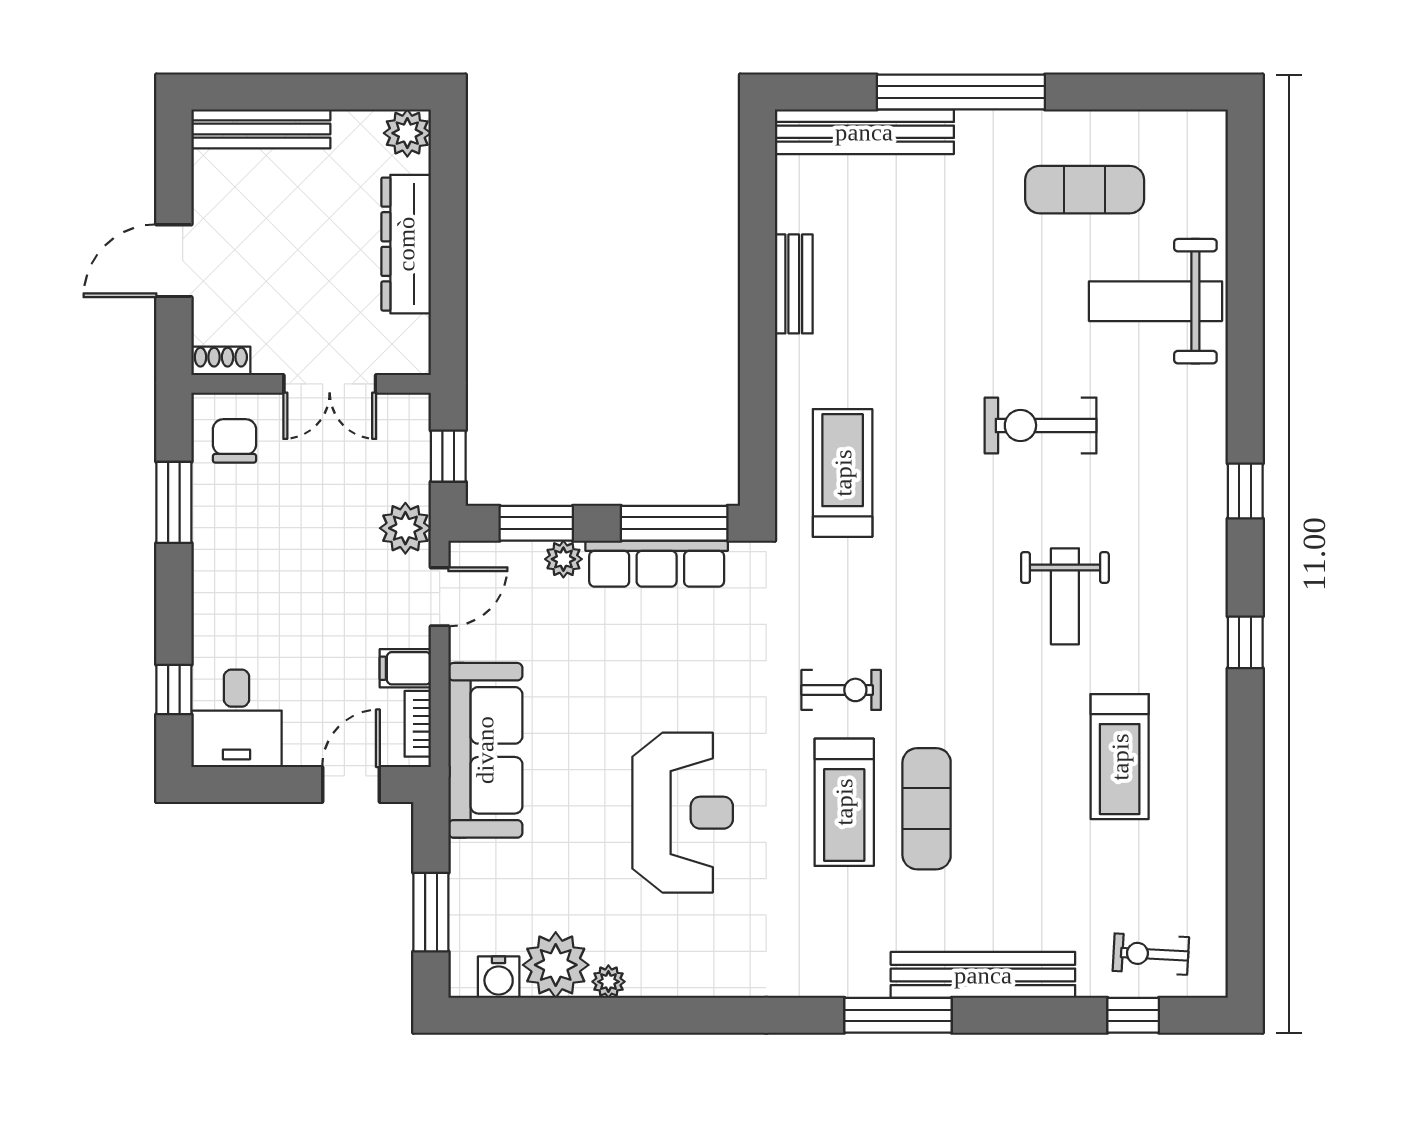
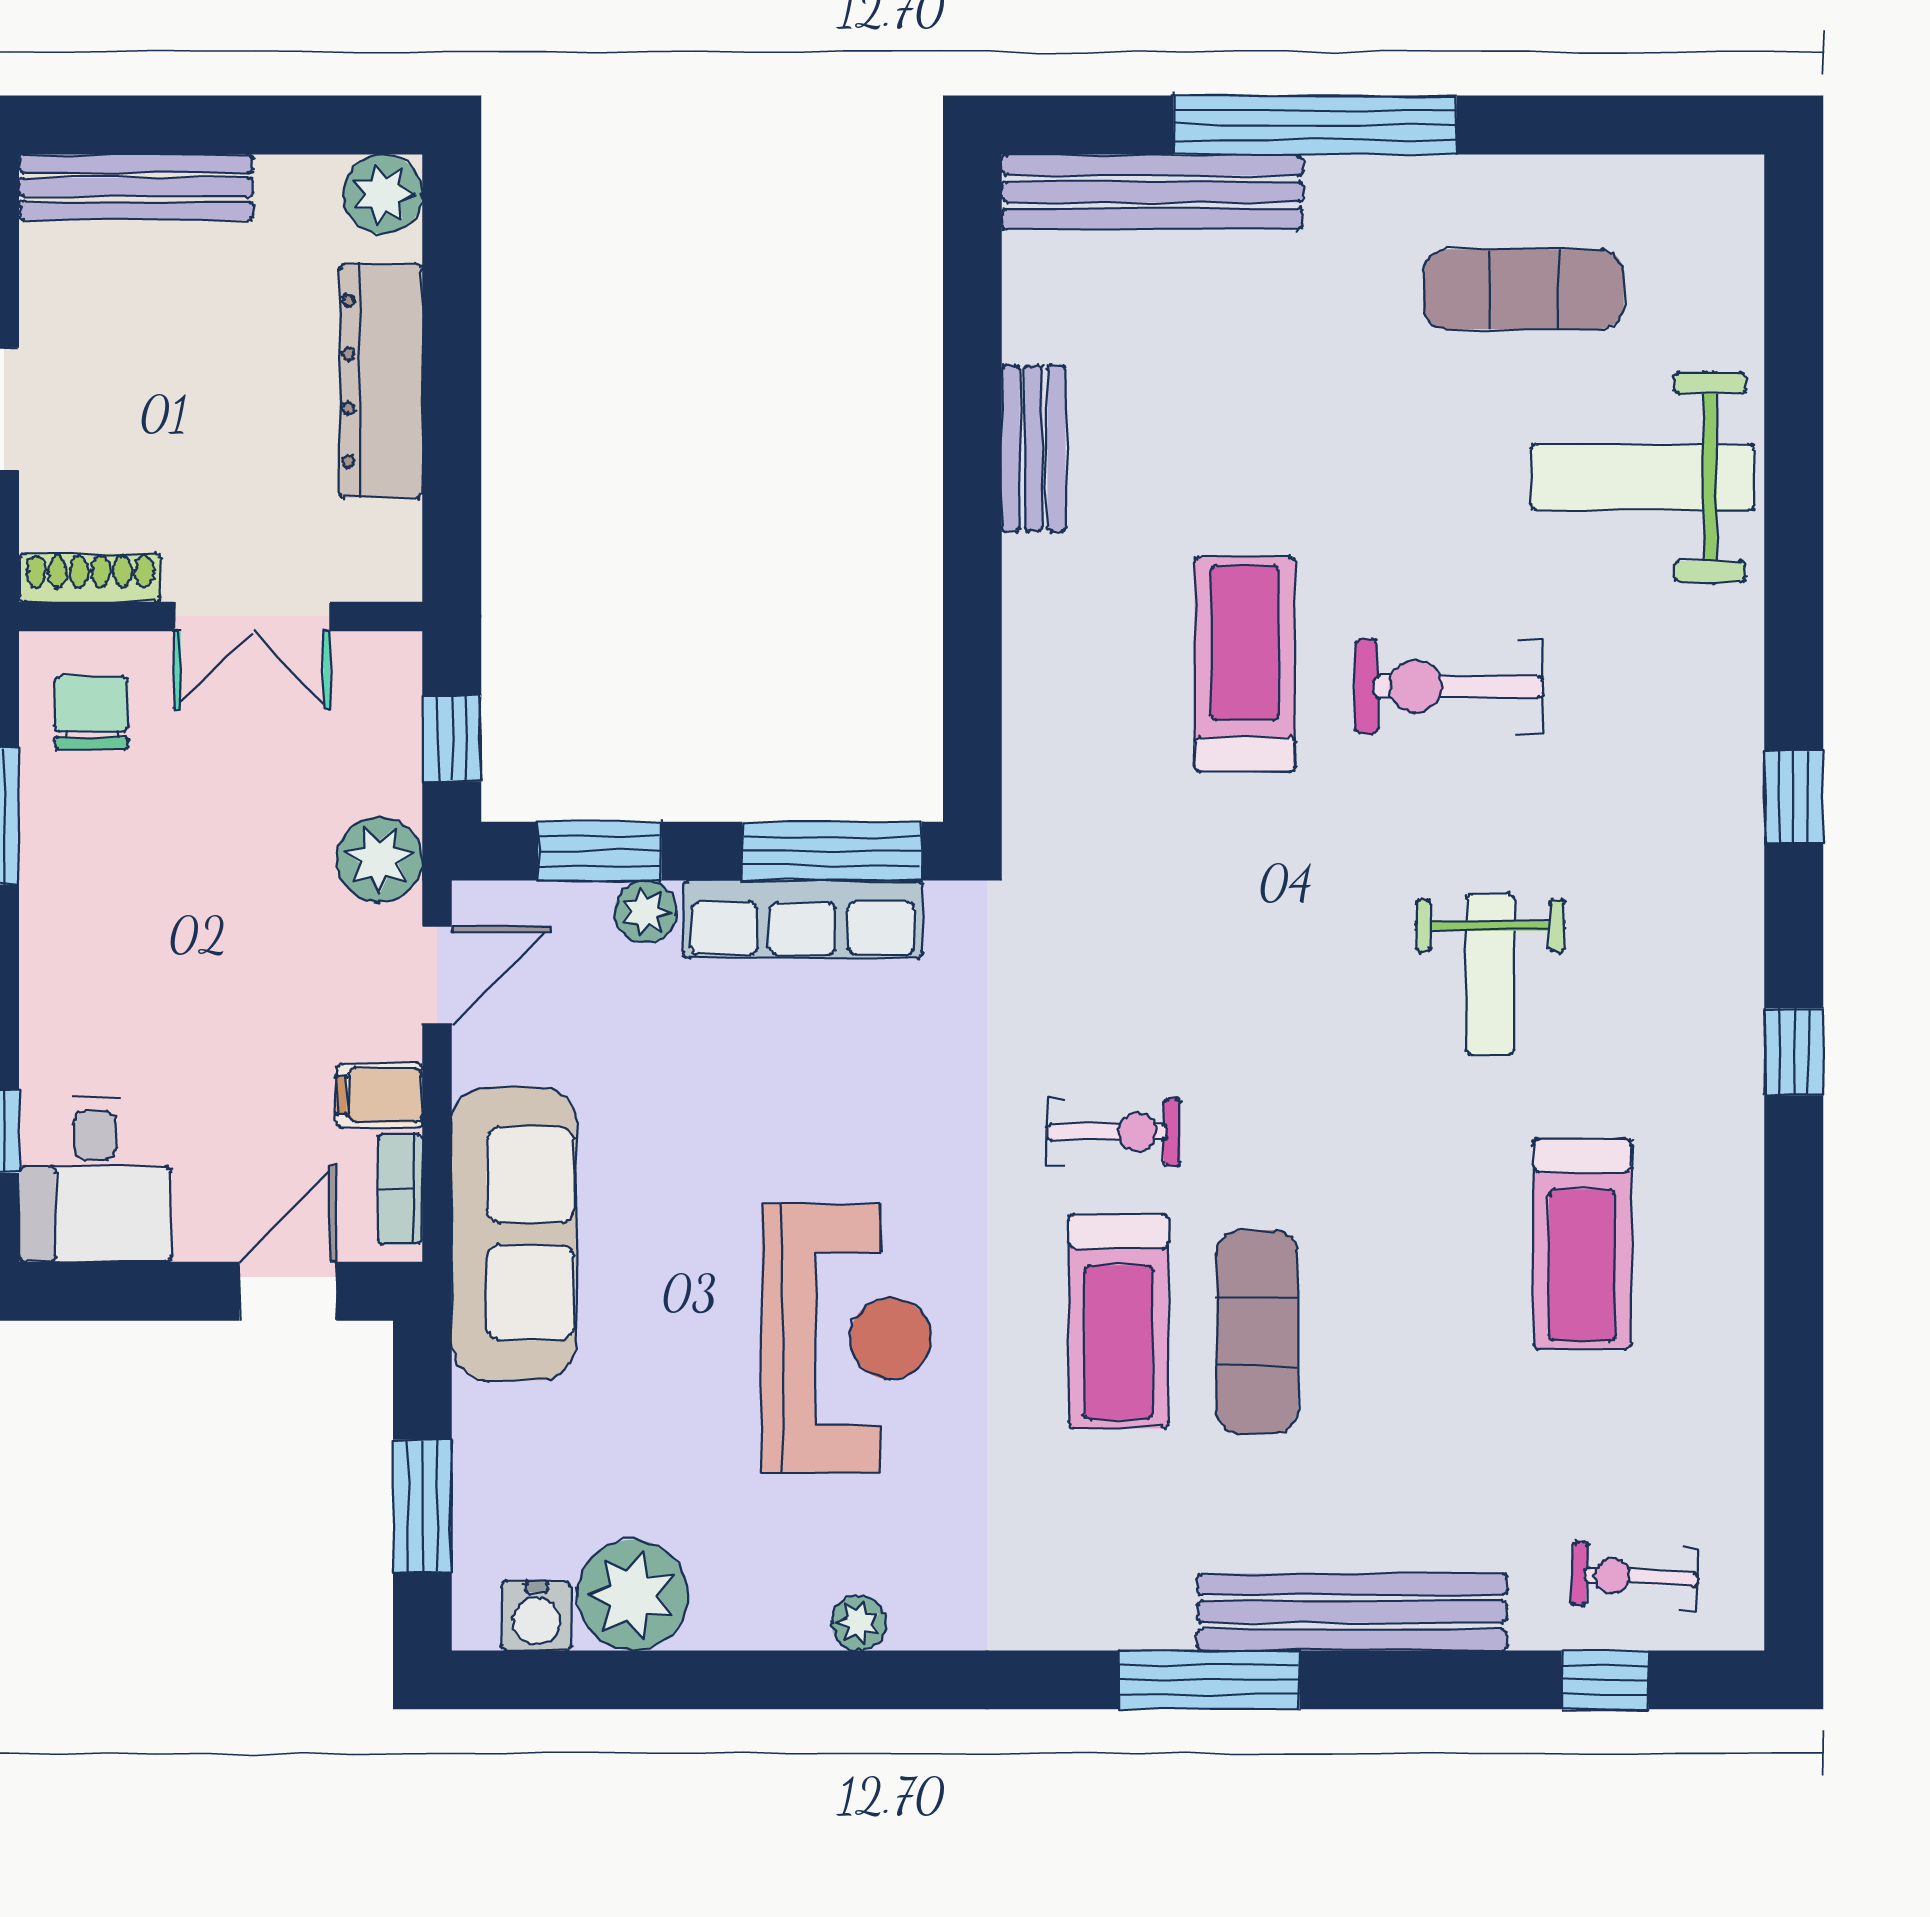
shoe rack: (221, 361) -> (90, 578), width x1.43
treadmill: (843, 473) -> (1245, 664), moved
plant: (608, 982) -> (859, 1623), moved

